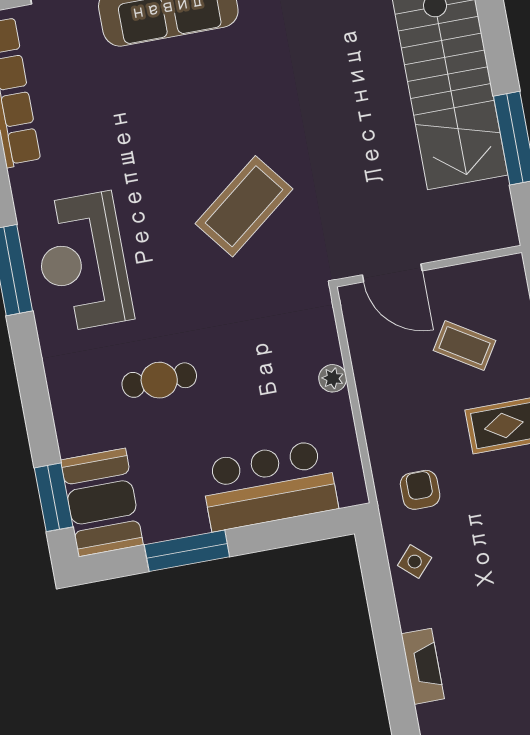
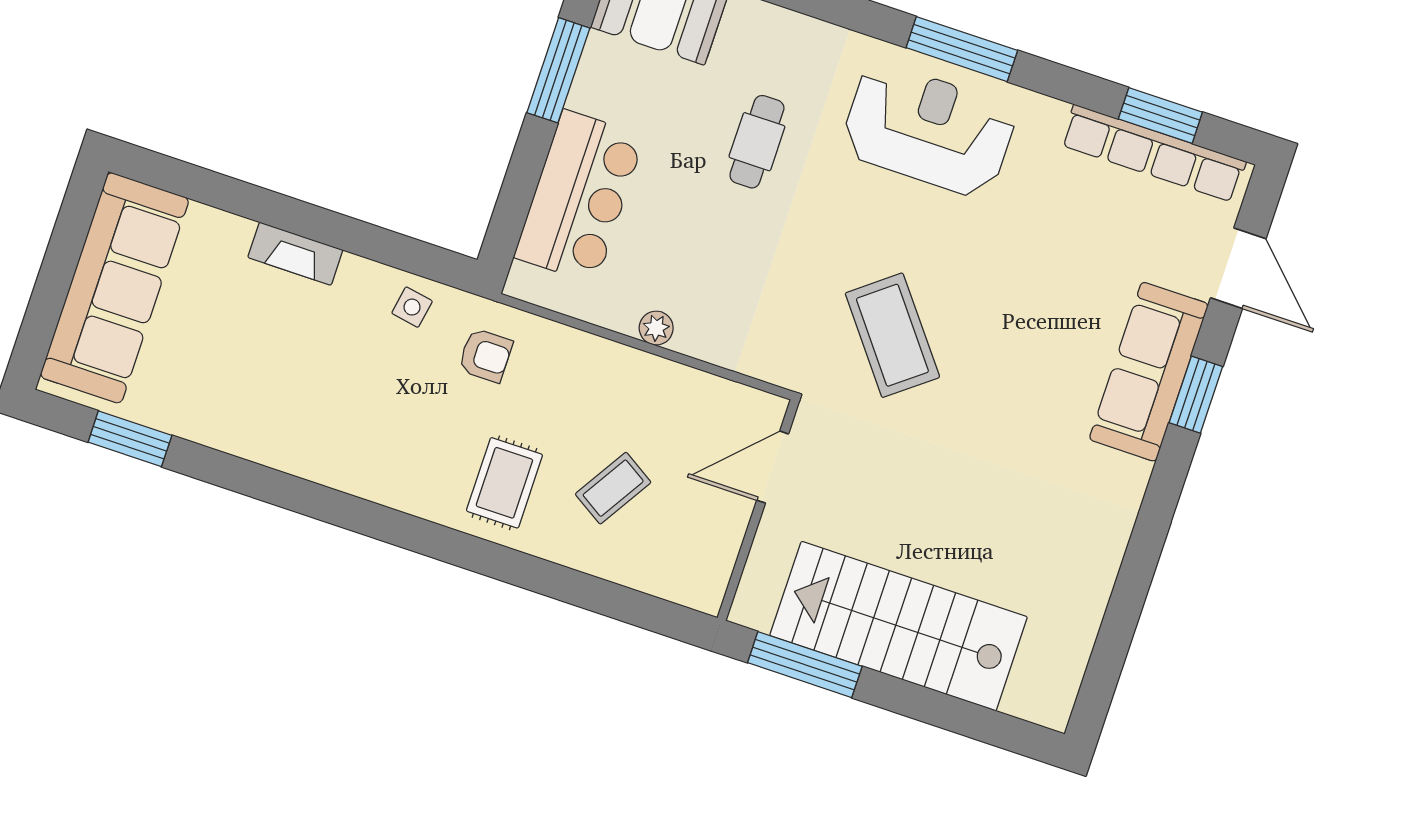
wall: (429, 266) -> (758, 510), moved
door: (392, 273) -> (773, 467), moved
side table: (415, 562) -> (412, 307), turned -32

